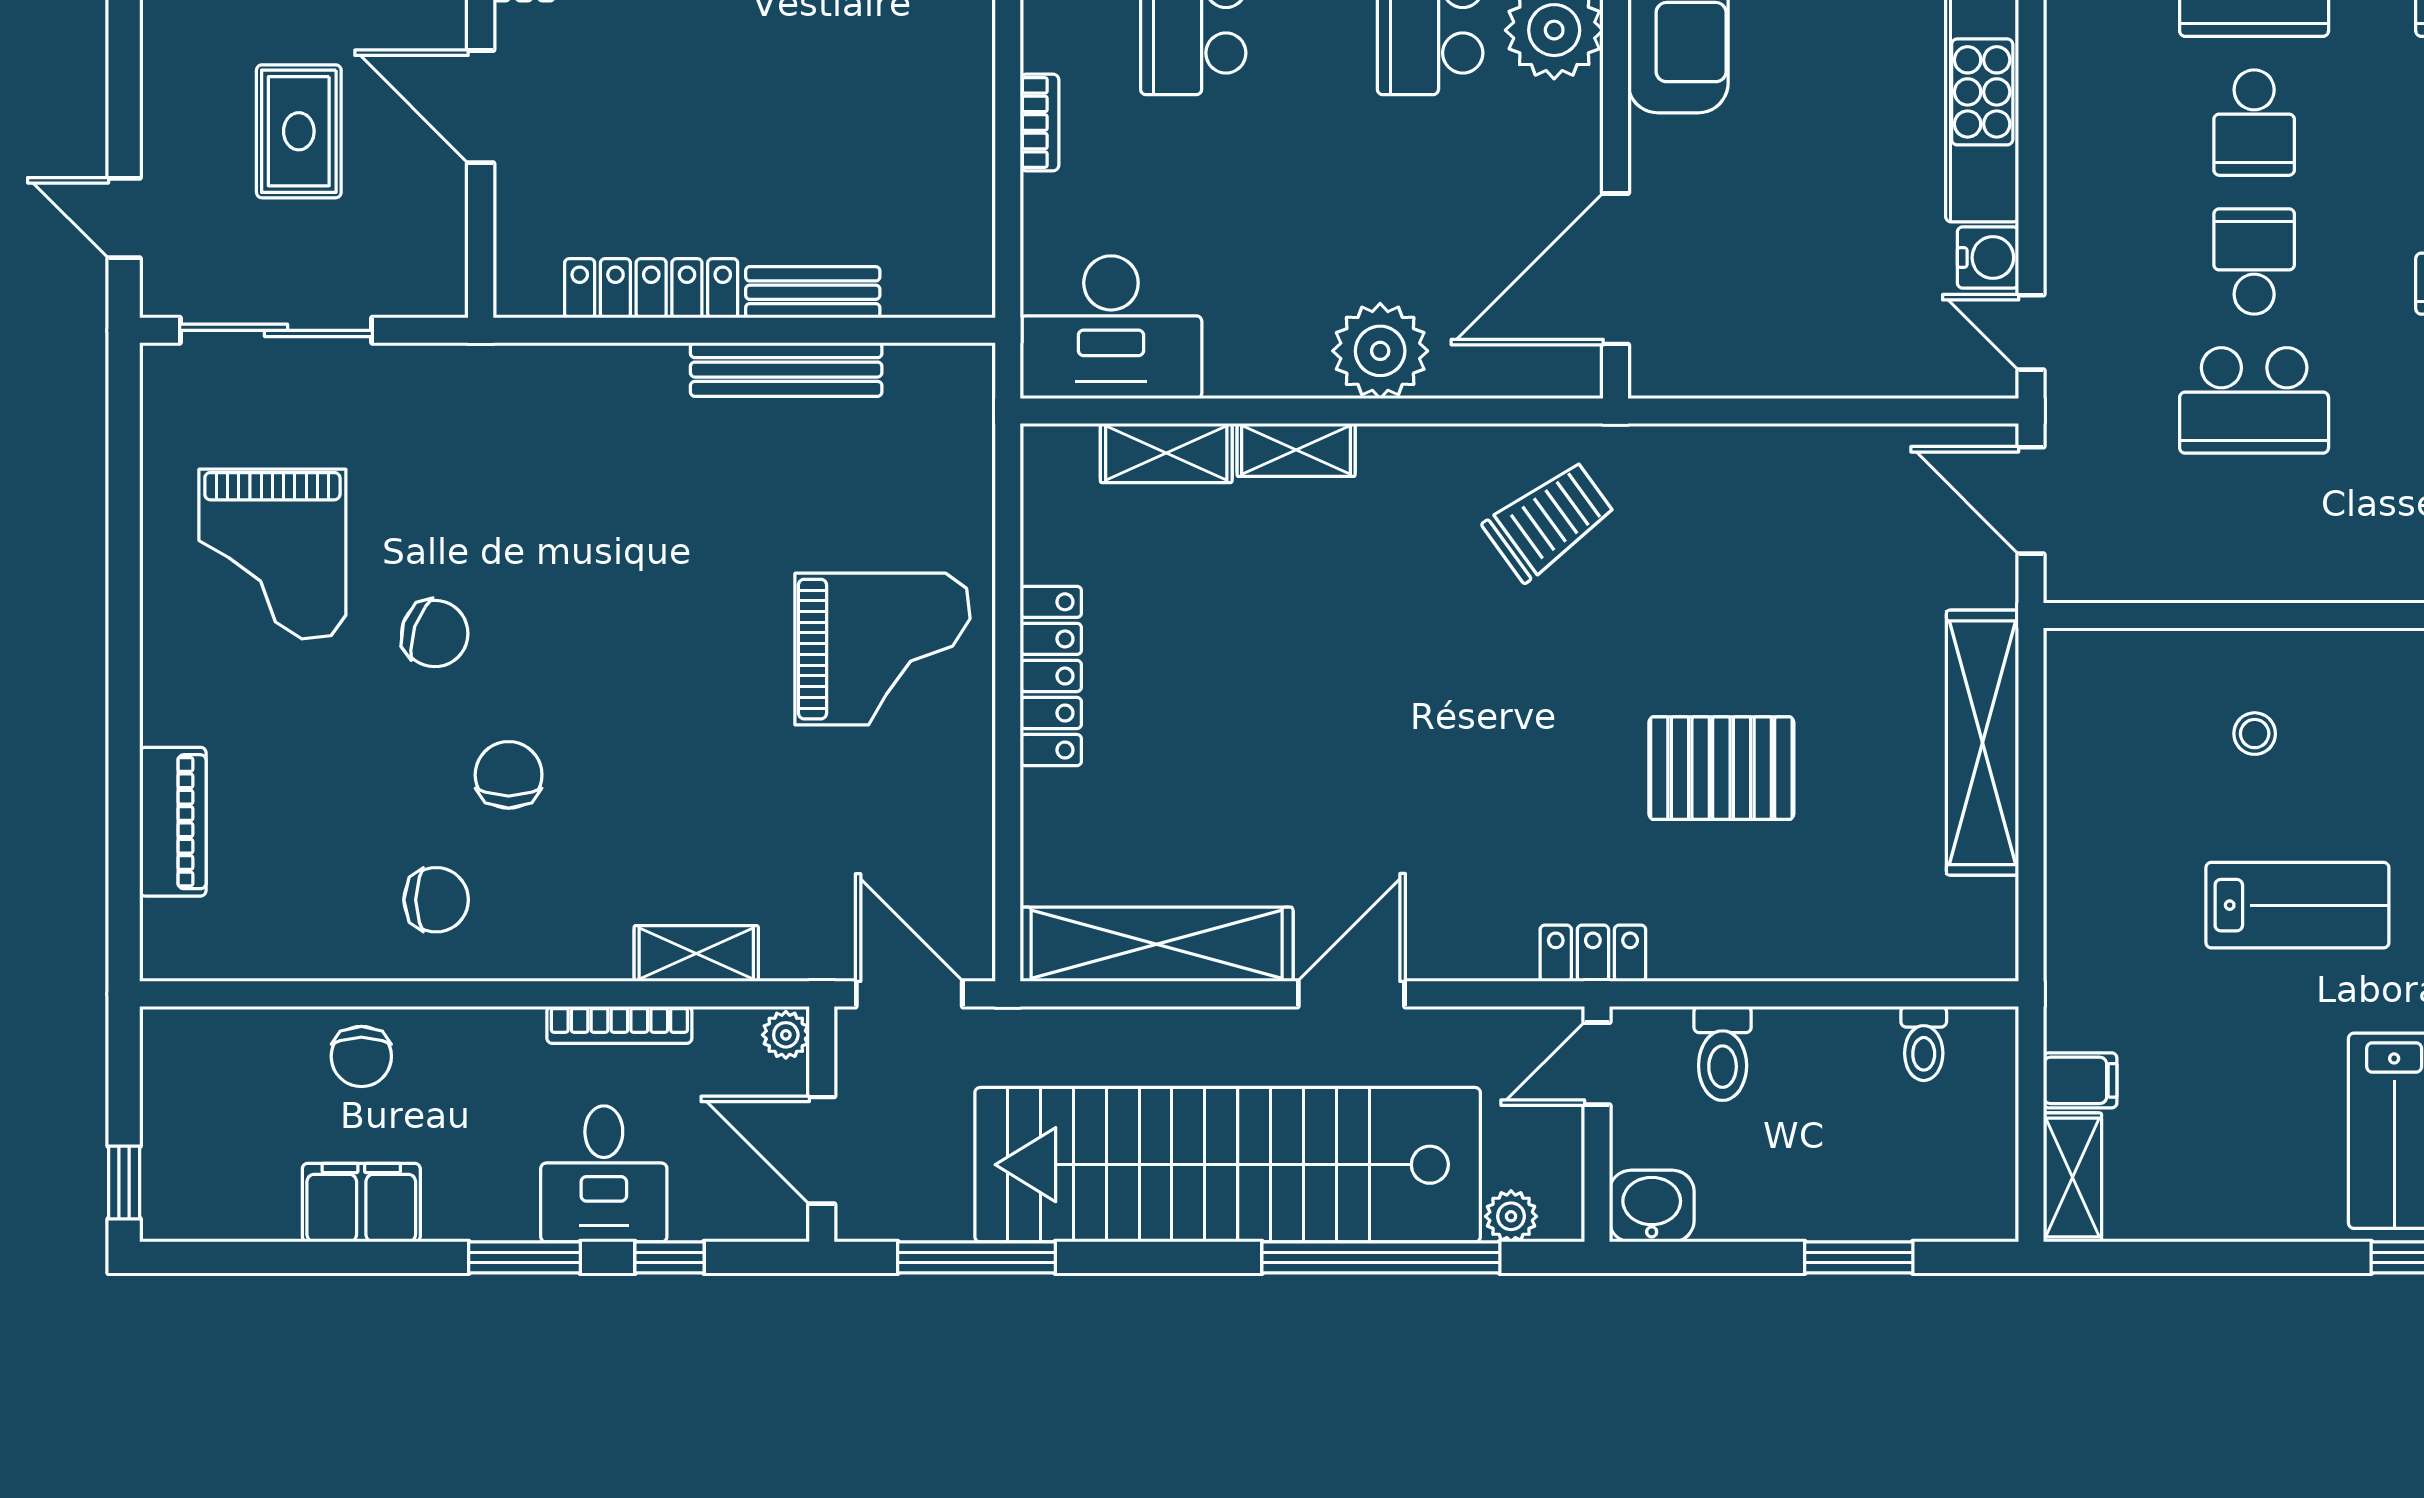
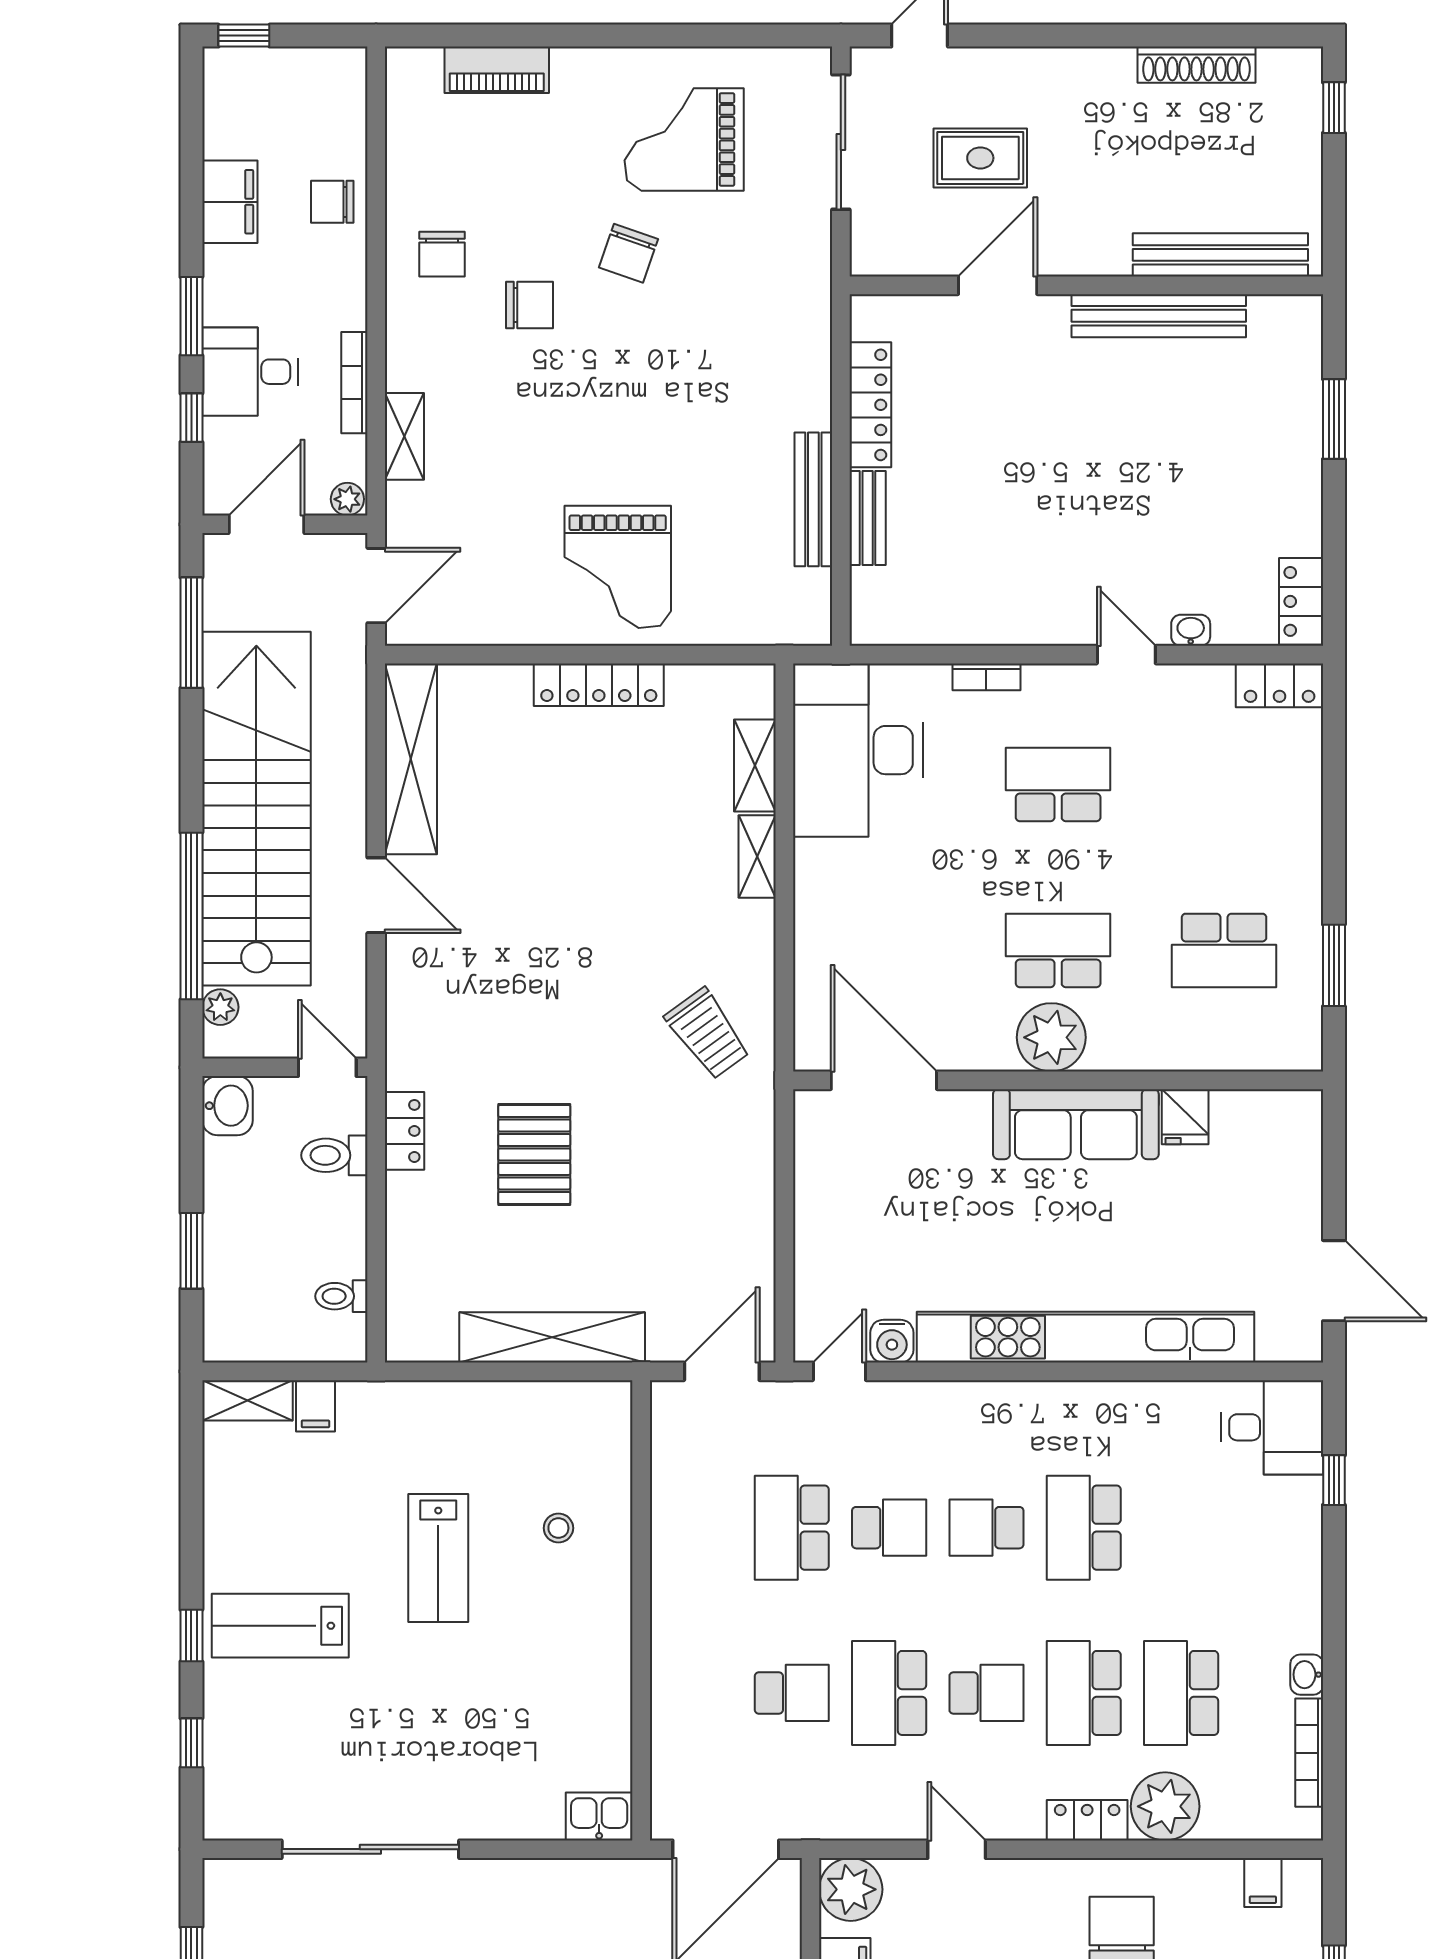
desk: (1111, 327) -> (858, 750), width x1.36, depth x1.30
plant: (1380, 351) -> (826, 915), removed
locker: (1593, 953) -> (404, 1131), moved

